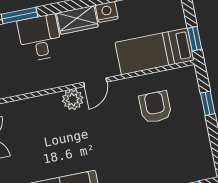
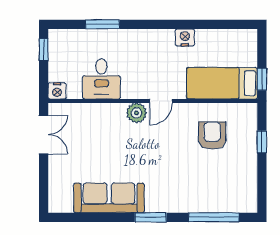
wardrobe: (77, 20) -> (156, 39), removed
desk: (40, 38) -> (101, 79), moved, turned 180

